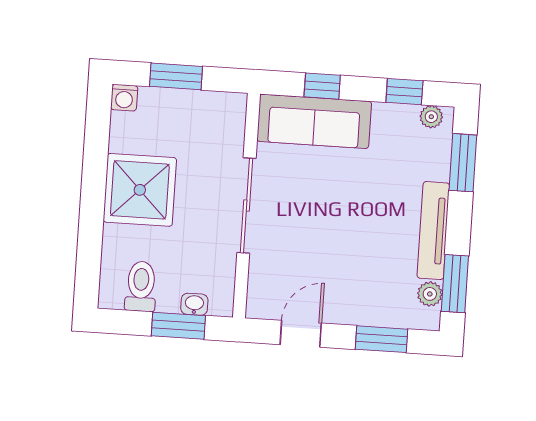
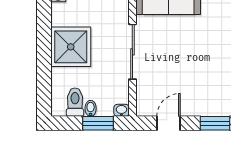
bidet: (167, 299) -> (91, 108), added
washbasin: (194, 304) -> (121, 110), moved

